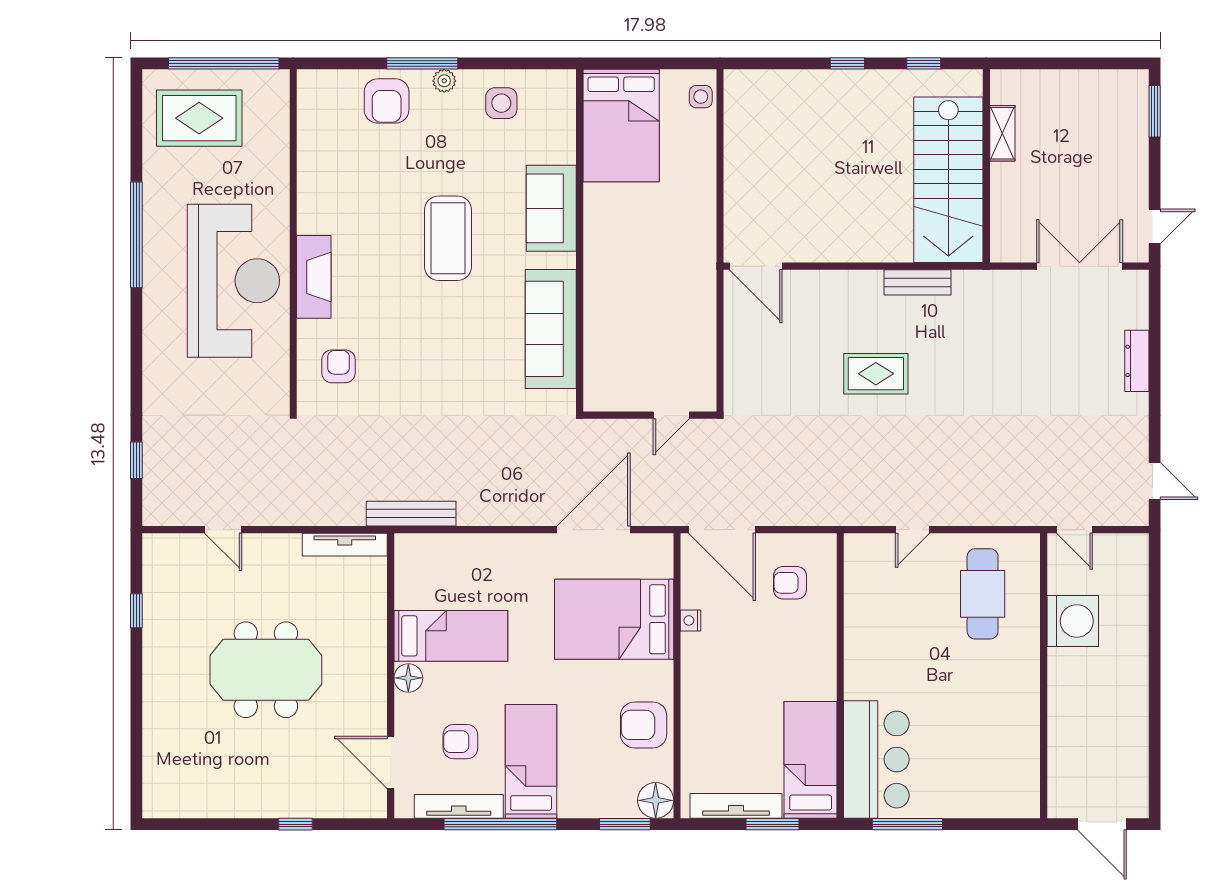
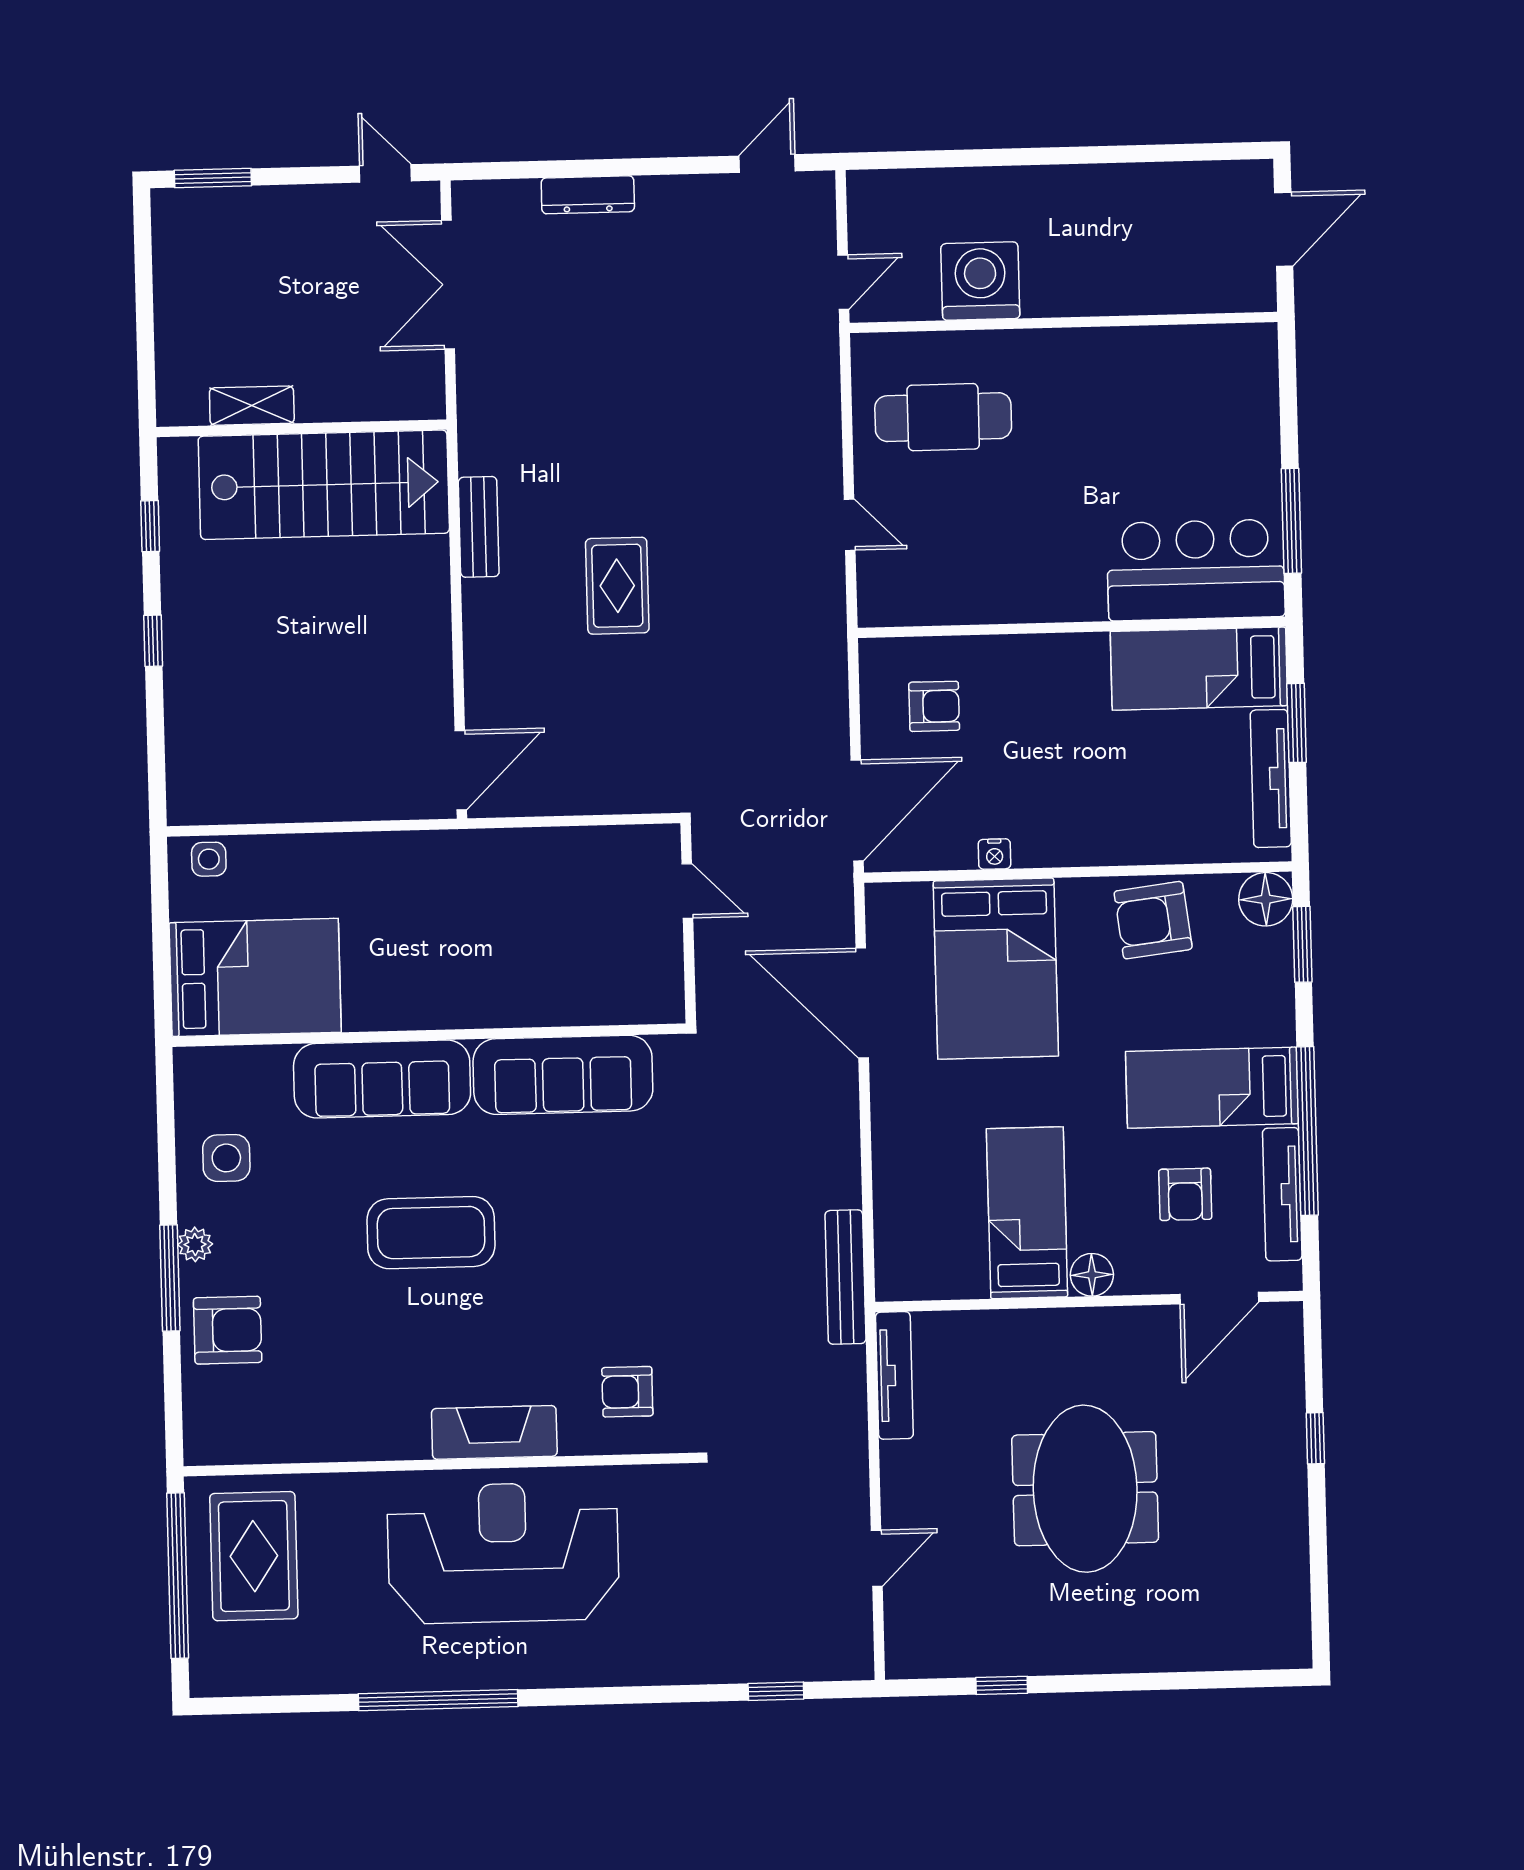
rug: (199, 118) -> (254, 1556), moved
sofa: (551, 208) -> (382, 1079), width x1.36
armchair: (790, 583) -> (934, 706), turned -90
armchair: (644, 725) -> (1153, 920), turned 83

